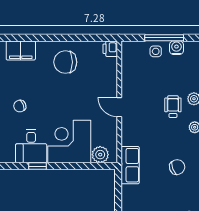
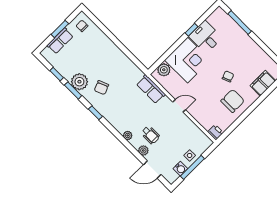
chair: (20, 106) -> (228, 76), moved
row of seats: (130, 165) -> (151, 89), moved
chair: (177, 167) -> (101, 88), moved

